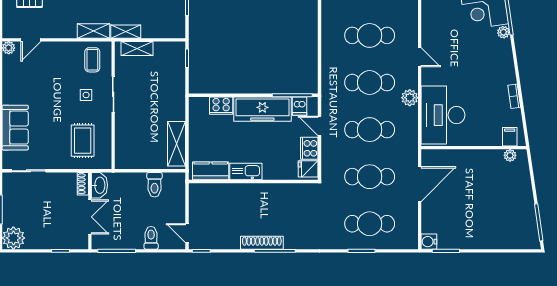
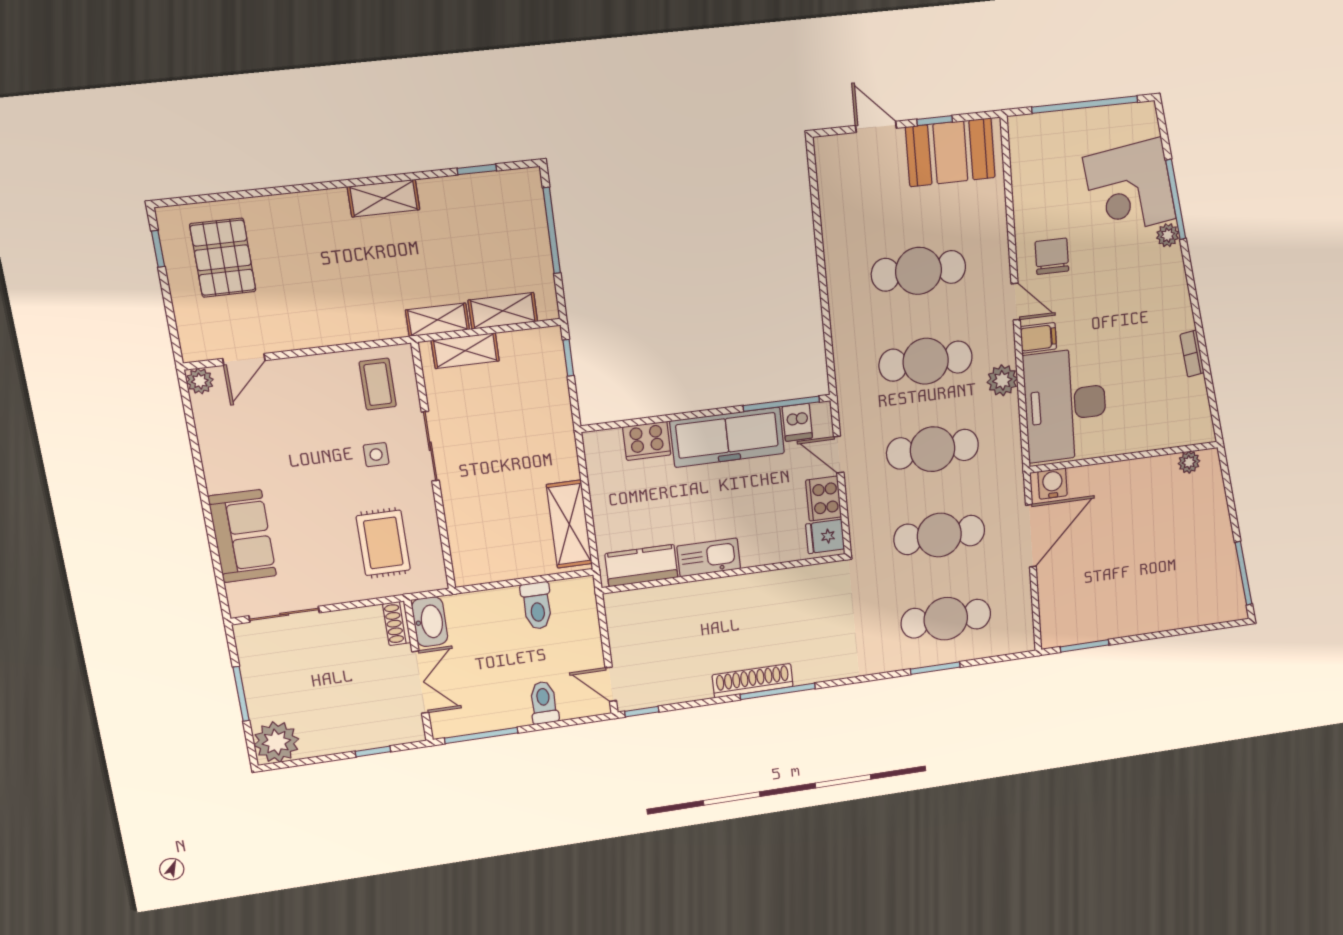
shelving: (94, 31) -> (503, 311), moved
chair: (440, 36) -> (1052, 256), added
filing cabinet: (510, 137) -> (1038, 338), moved, turned 90
water cooler: (429, 242) -> (1053, 483), moved, turned 90

